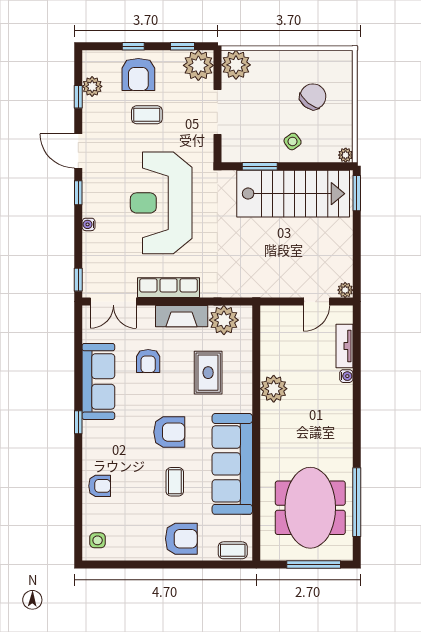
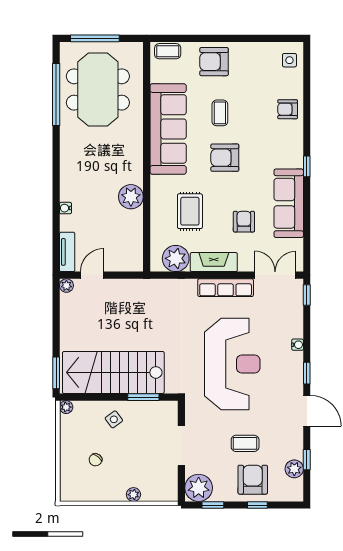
plant: (236, 65) -> (133, 495), moved, width x0.53, depth x0.53
chair: (313, 97) -> (95, 460), width x0.54, depth x0.54
tv unit: (344, 346) -> (67, 252), moved

